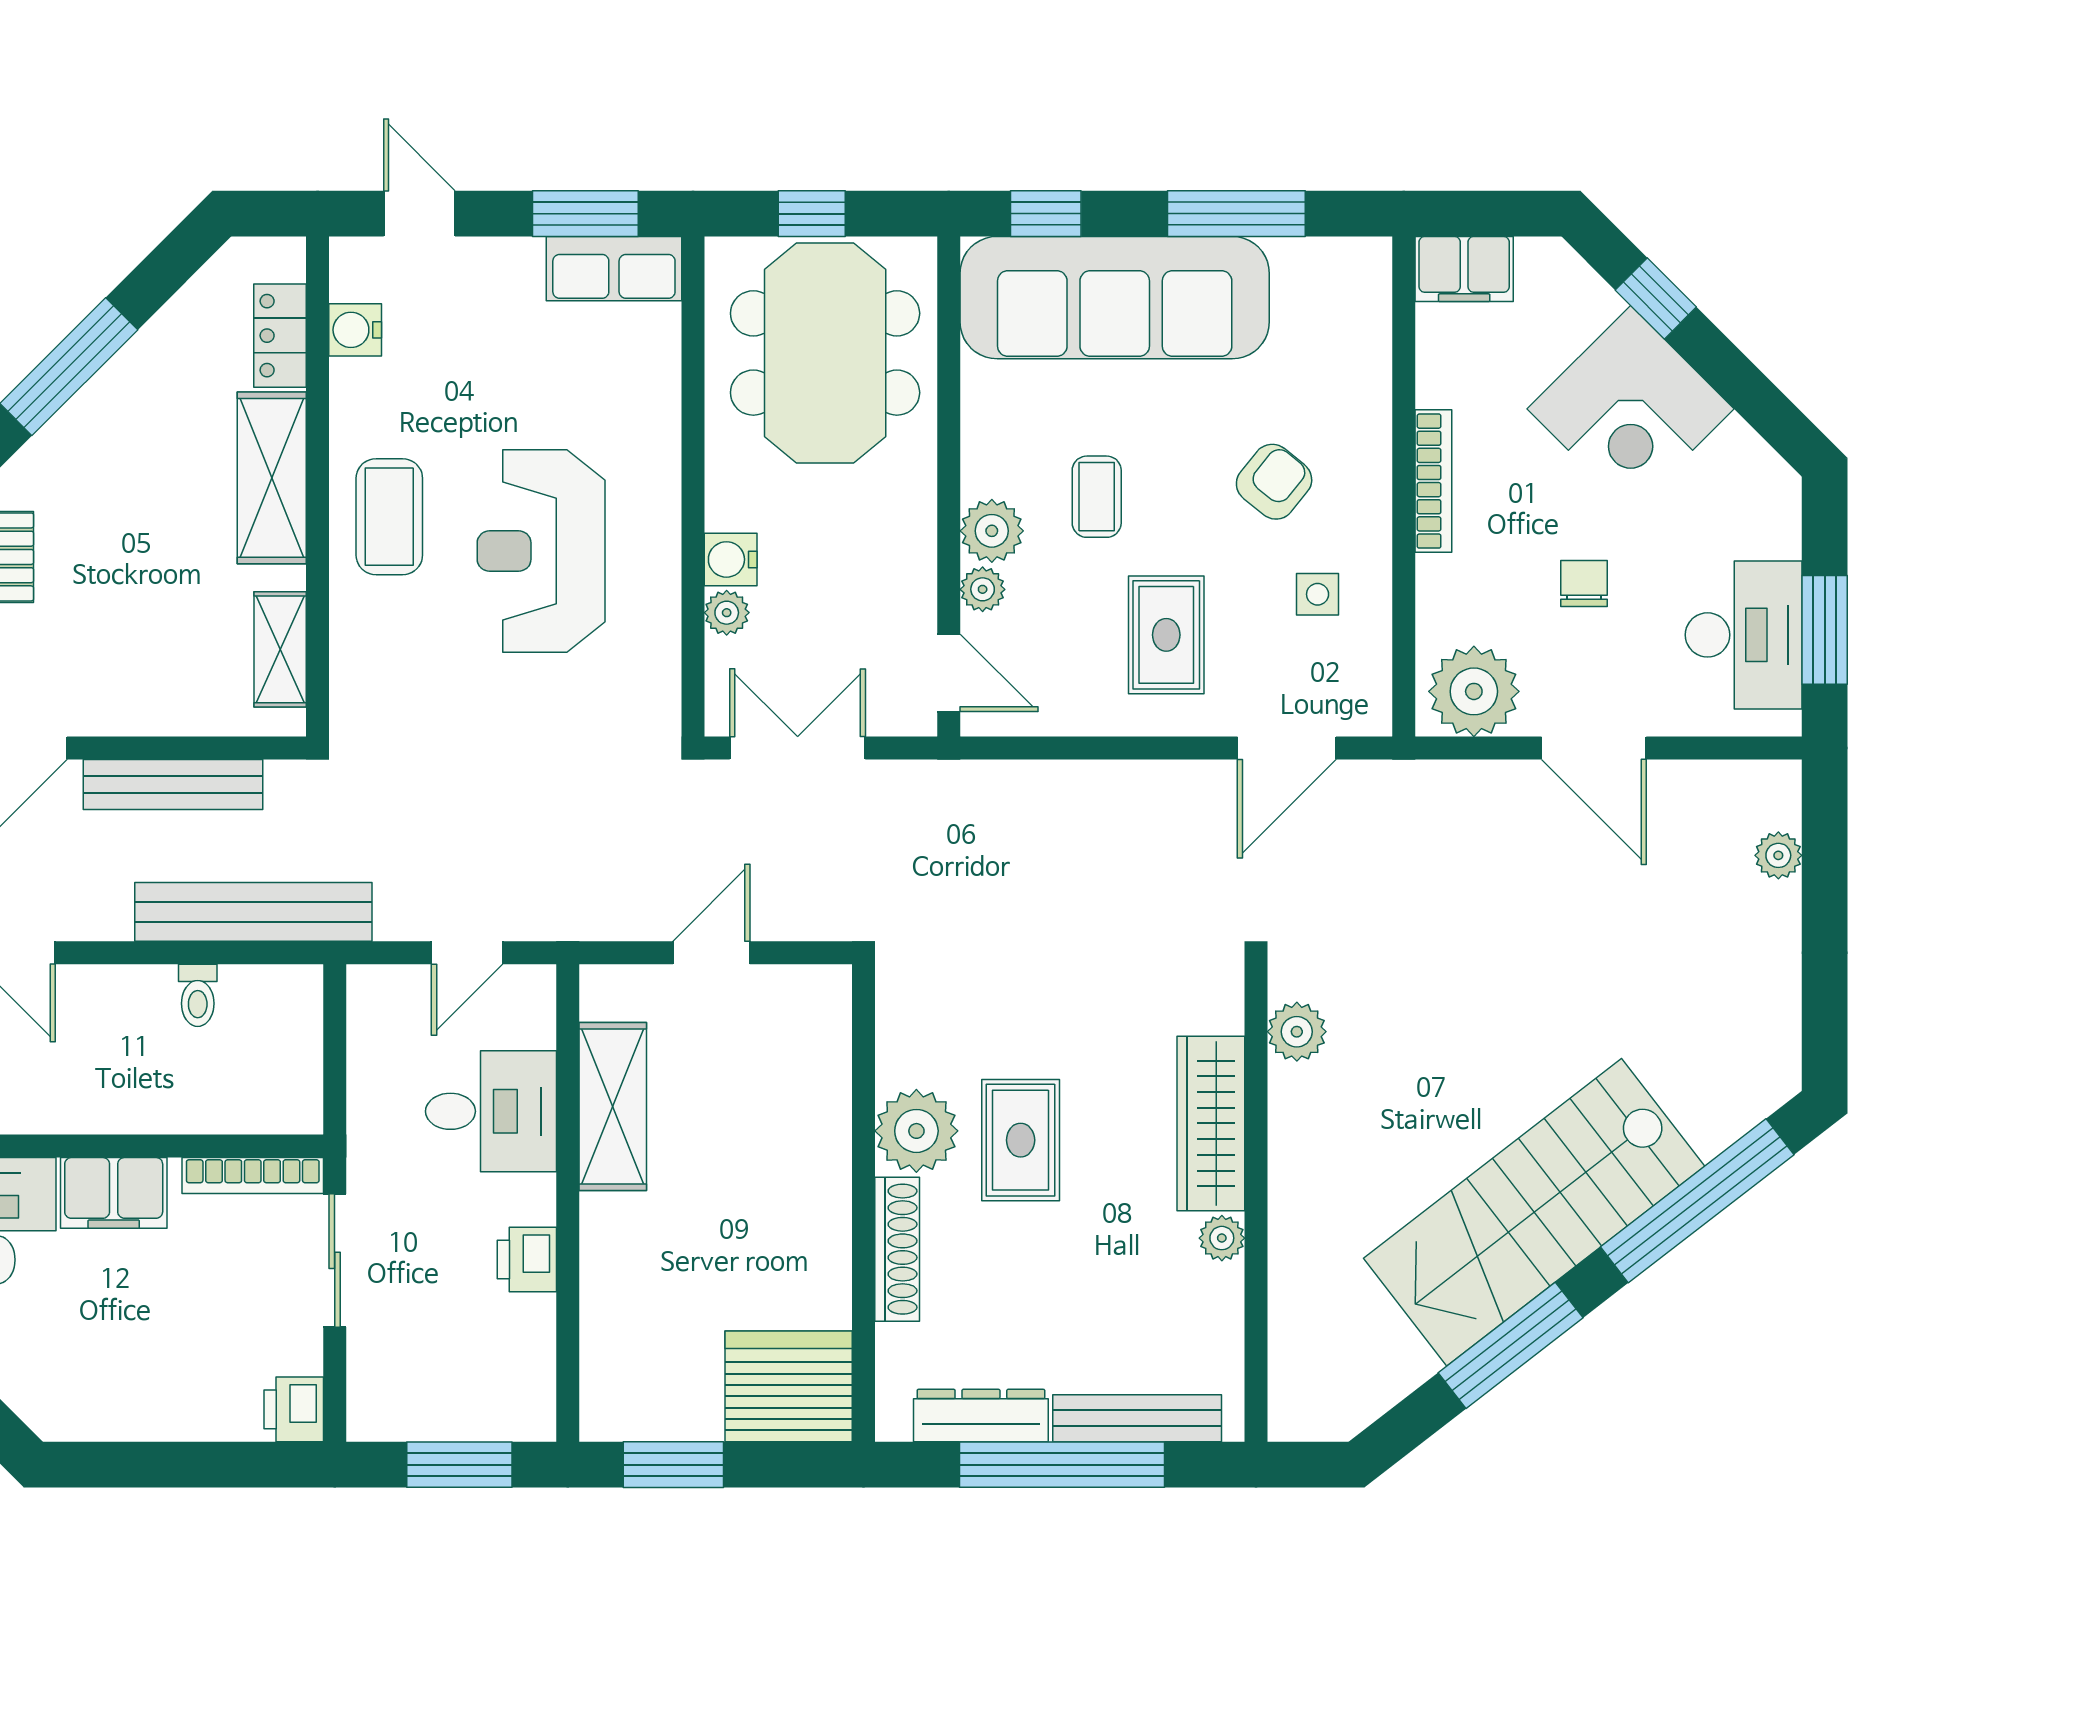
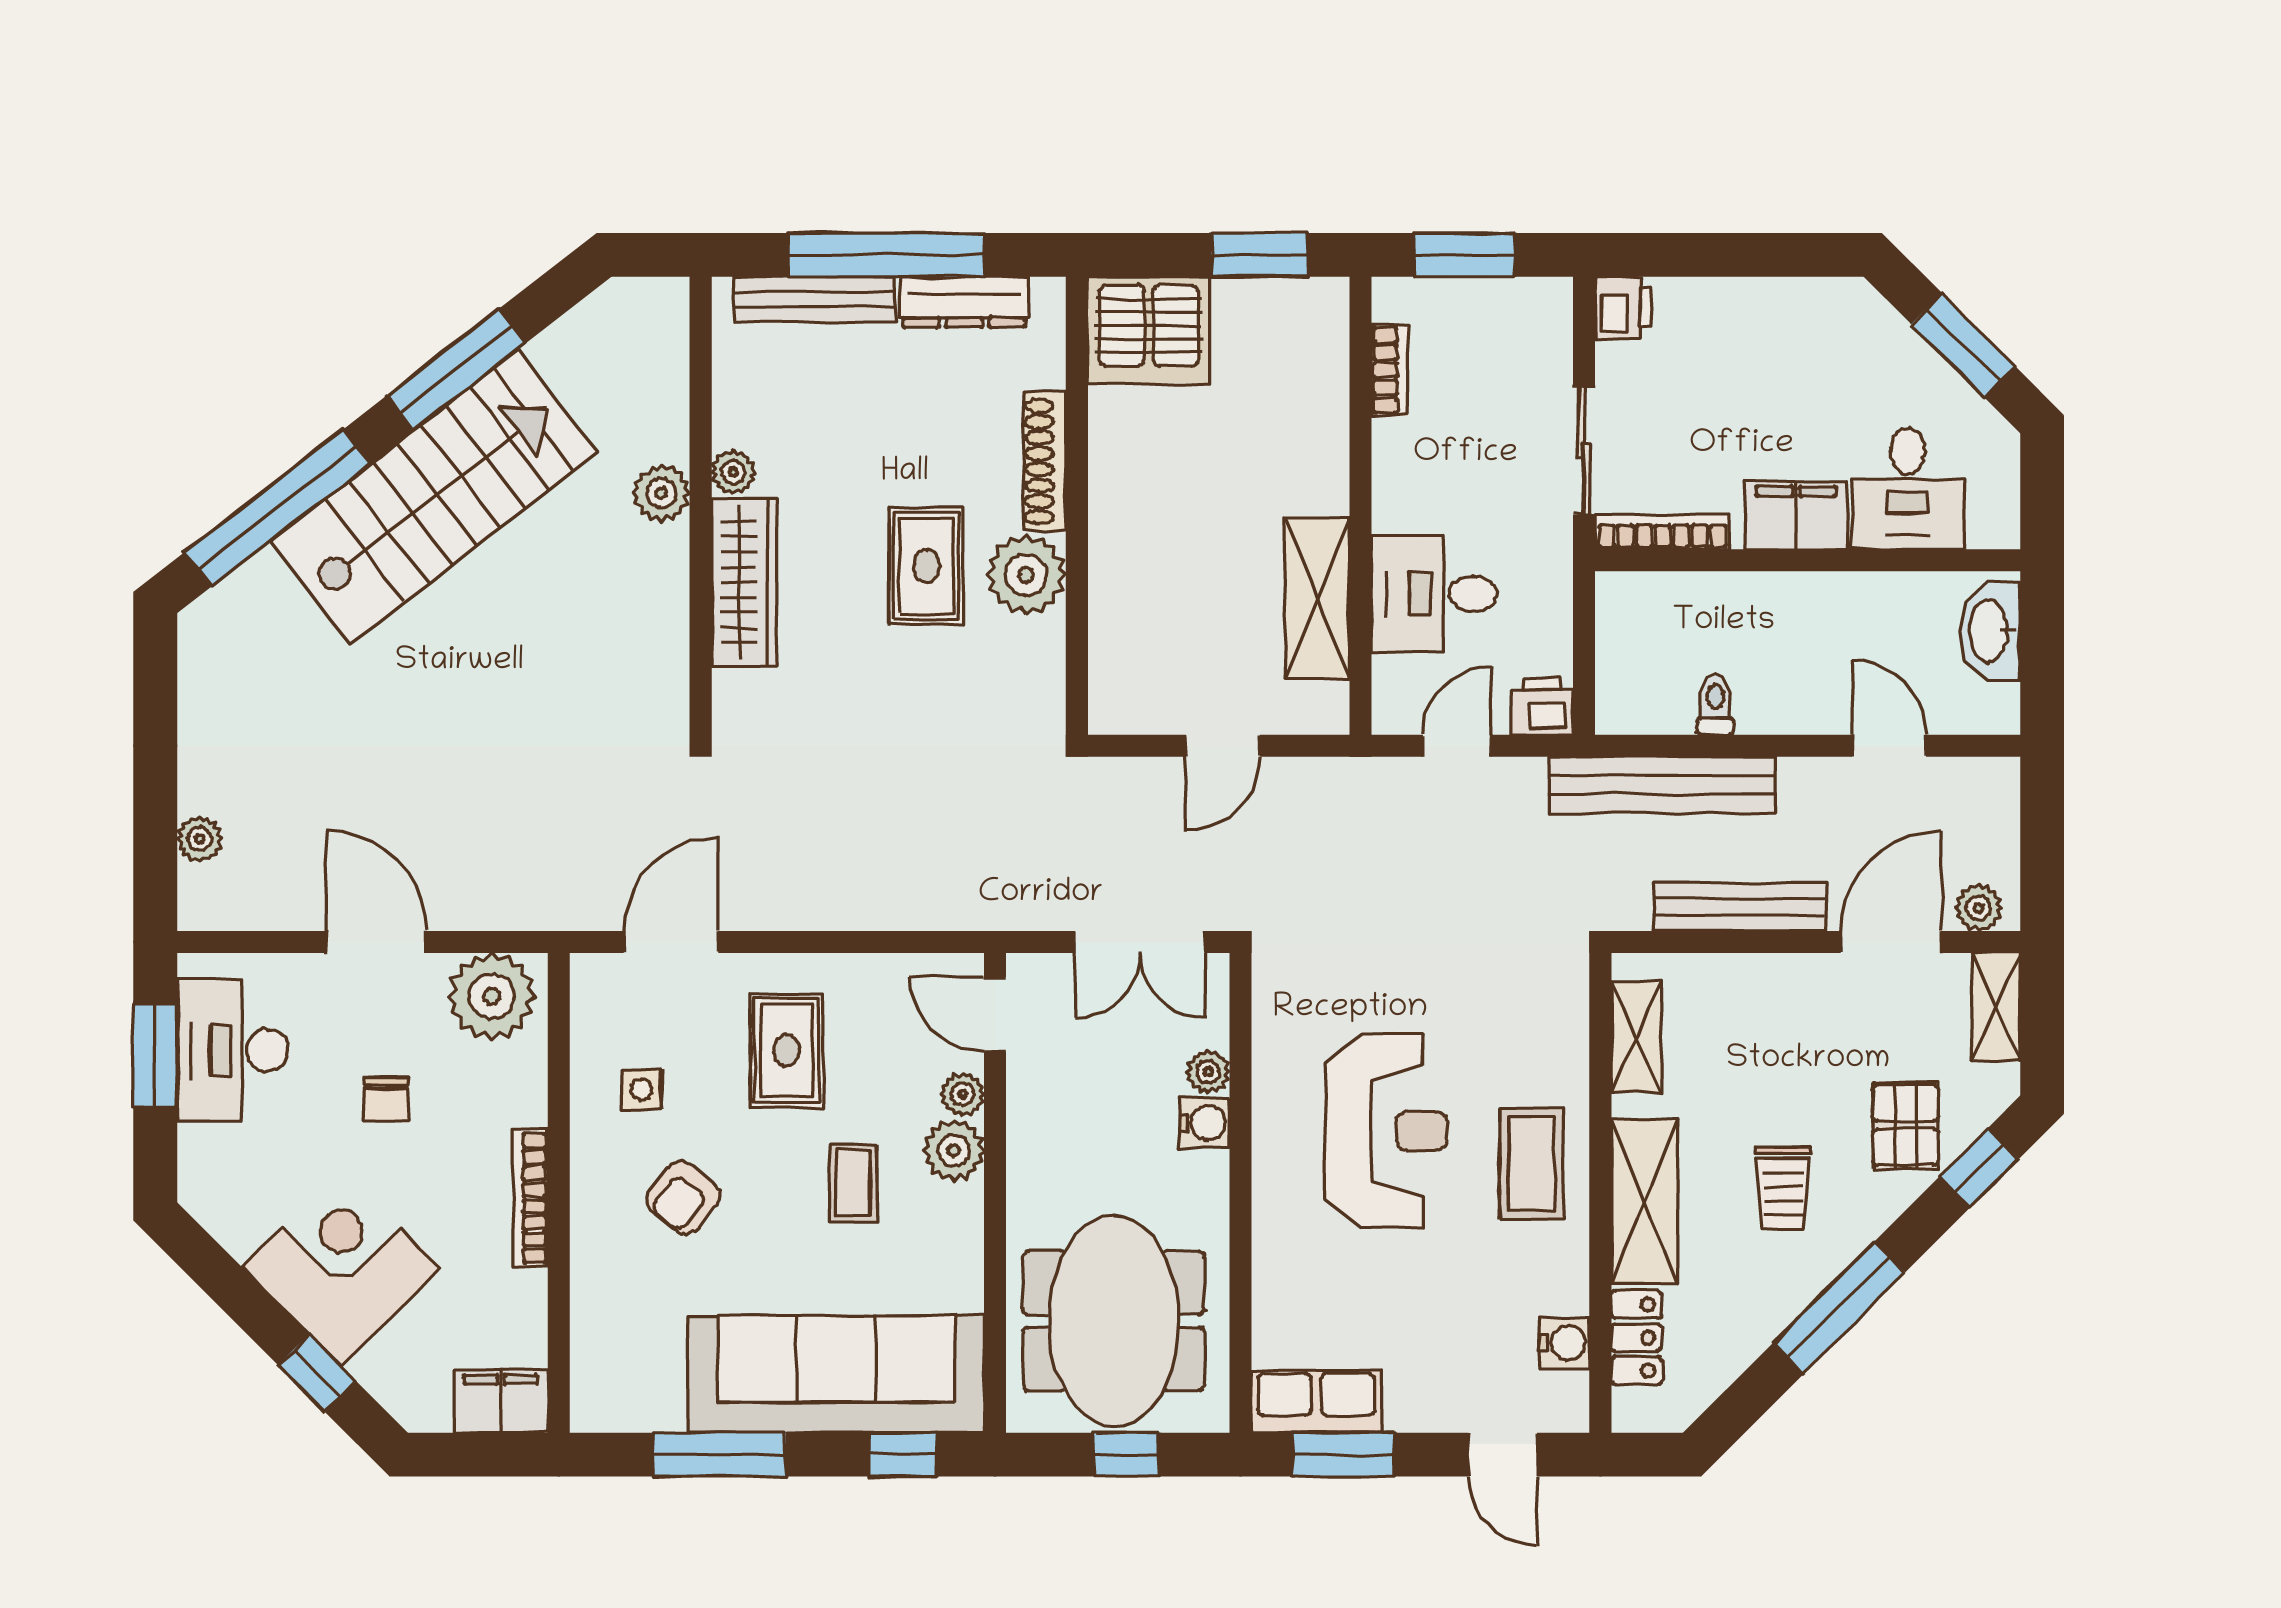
trolley: (127, 491) -> (1783, 1188), added
plant: (1297, 1032) -> (661, 493), moved
printer: (527, 1260) -> (1542, 707), moved, turned -90
bookcase: (537, 1344) -> (1390, 370), added

